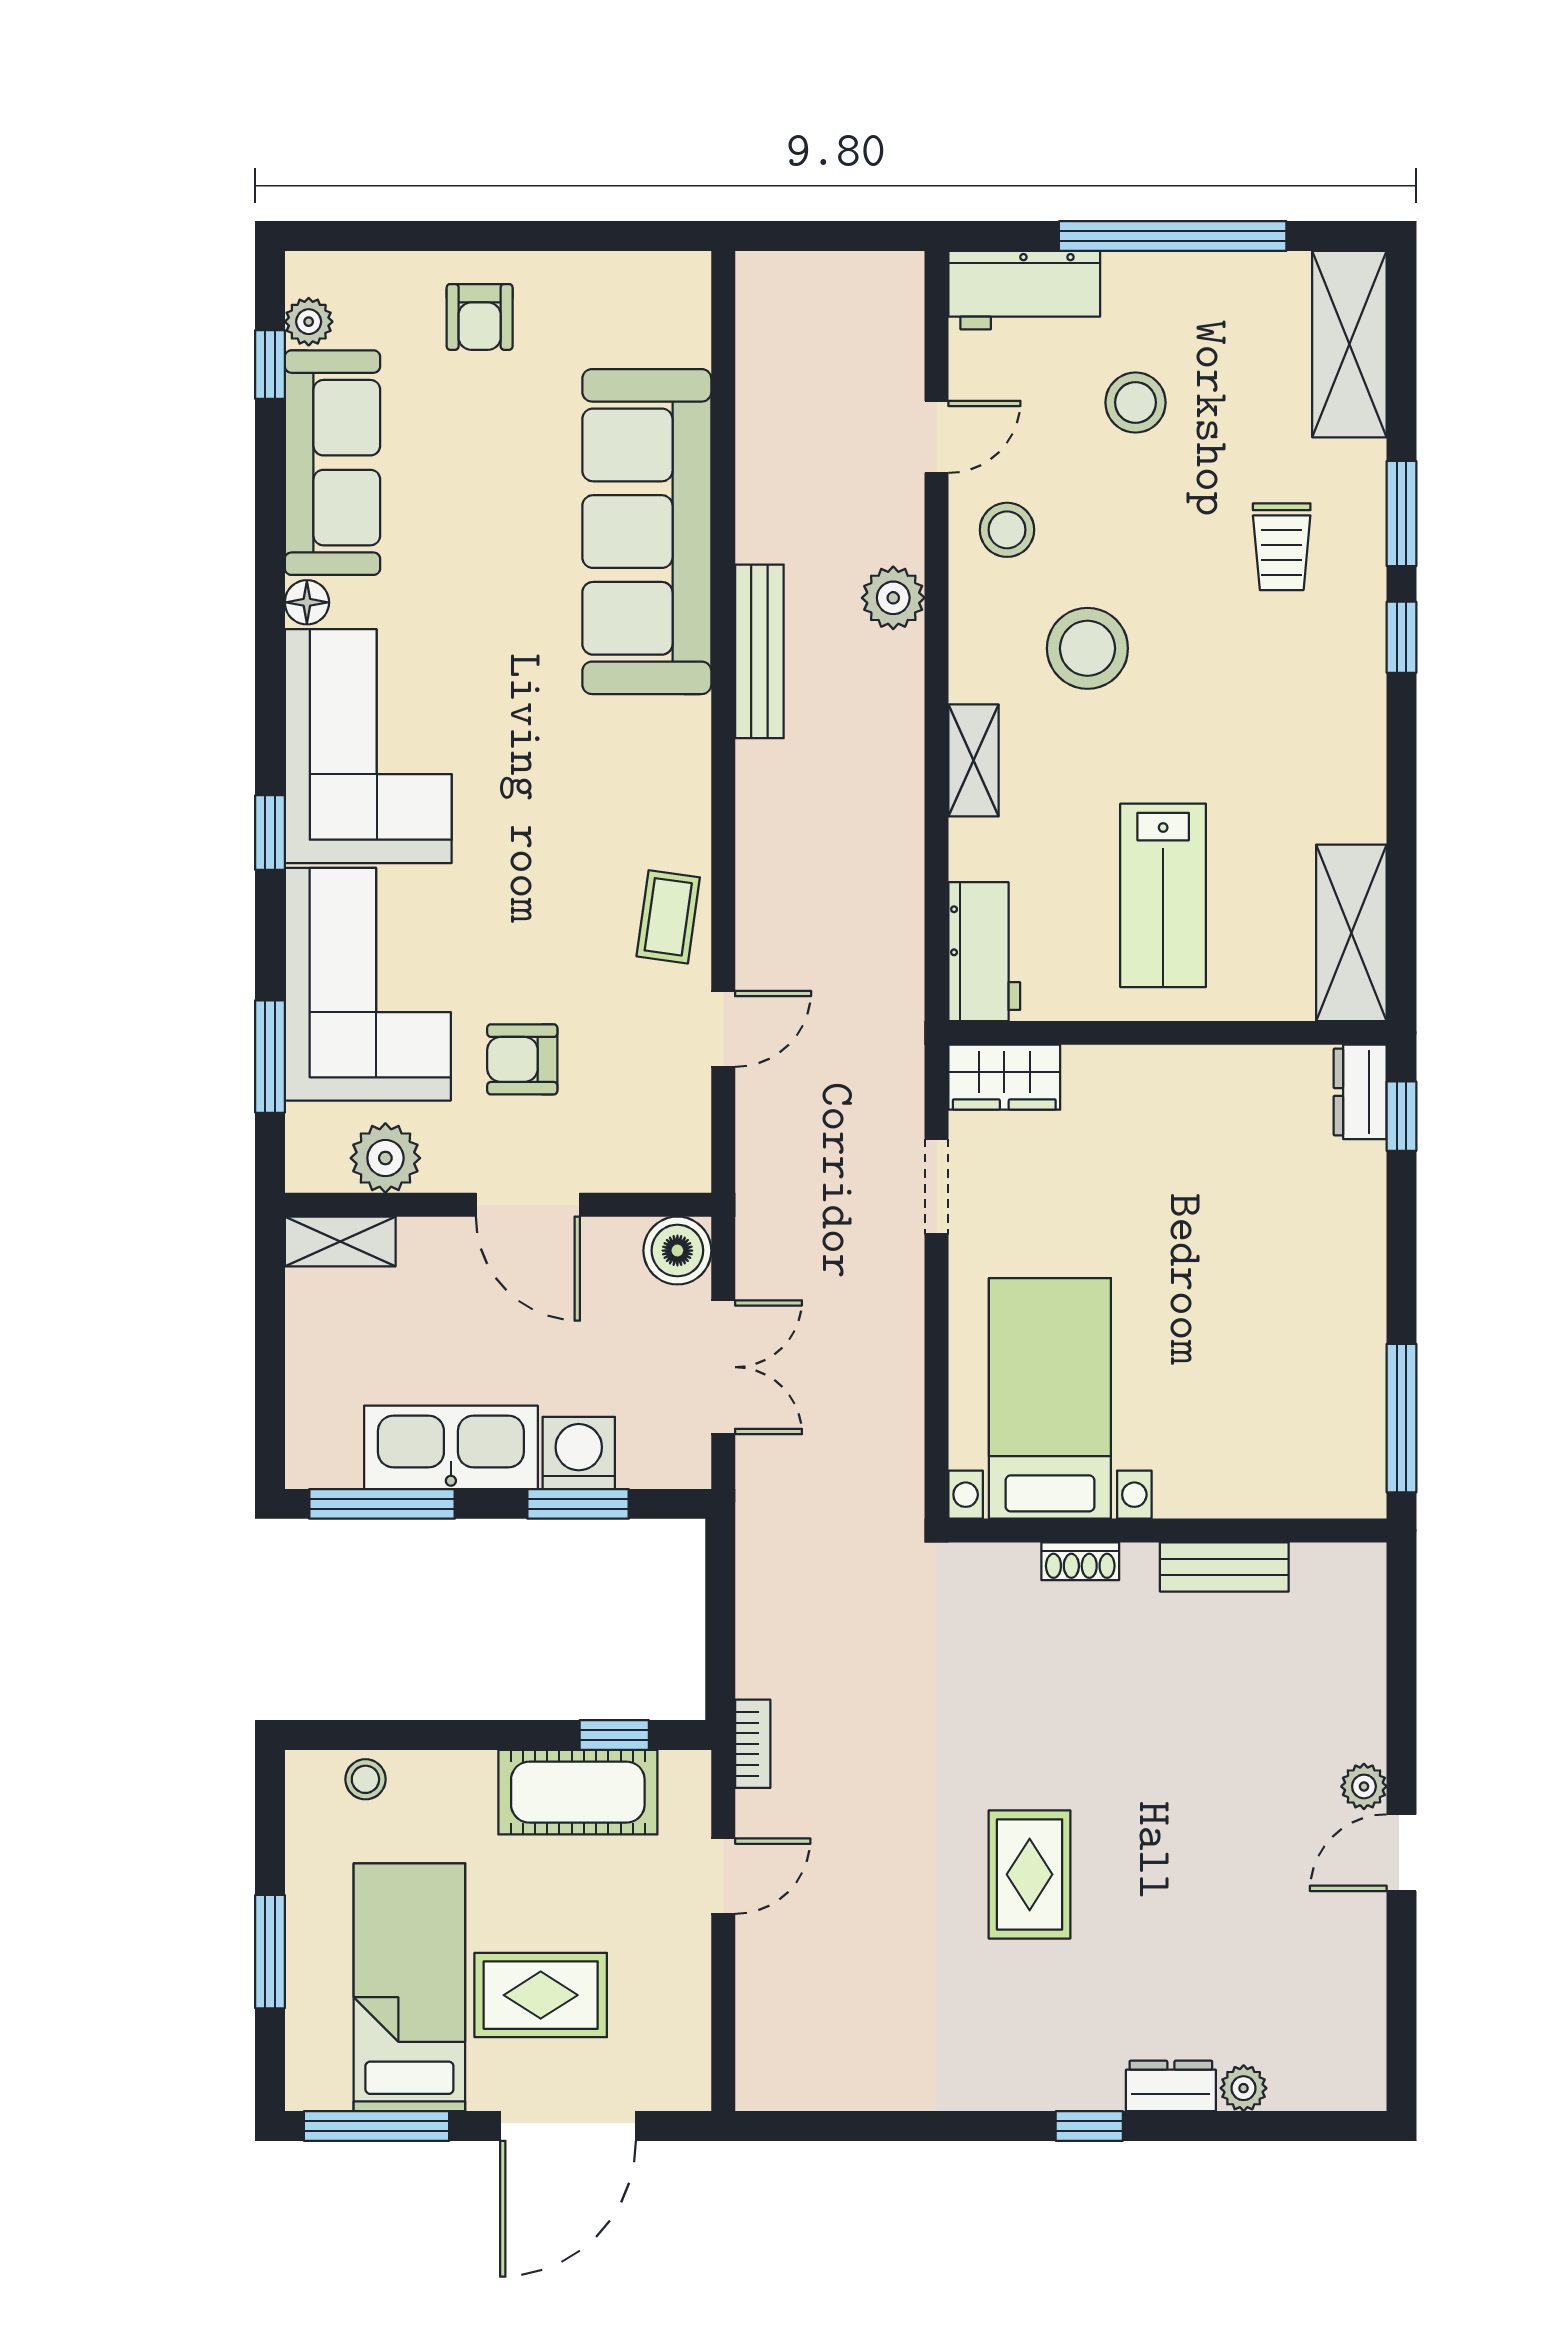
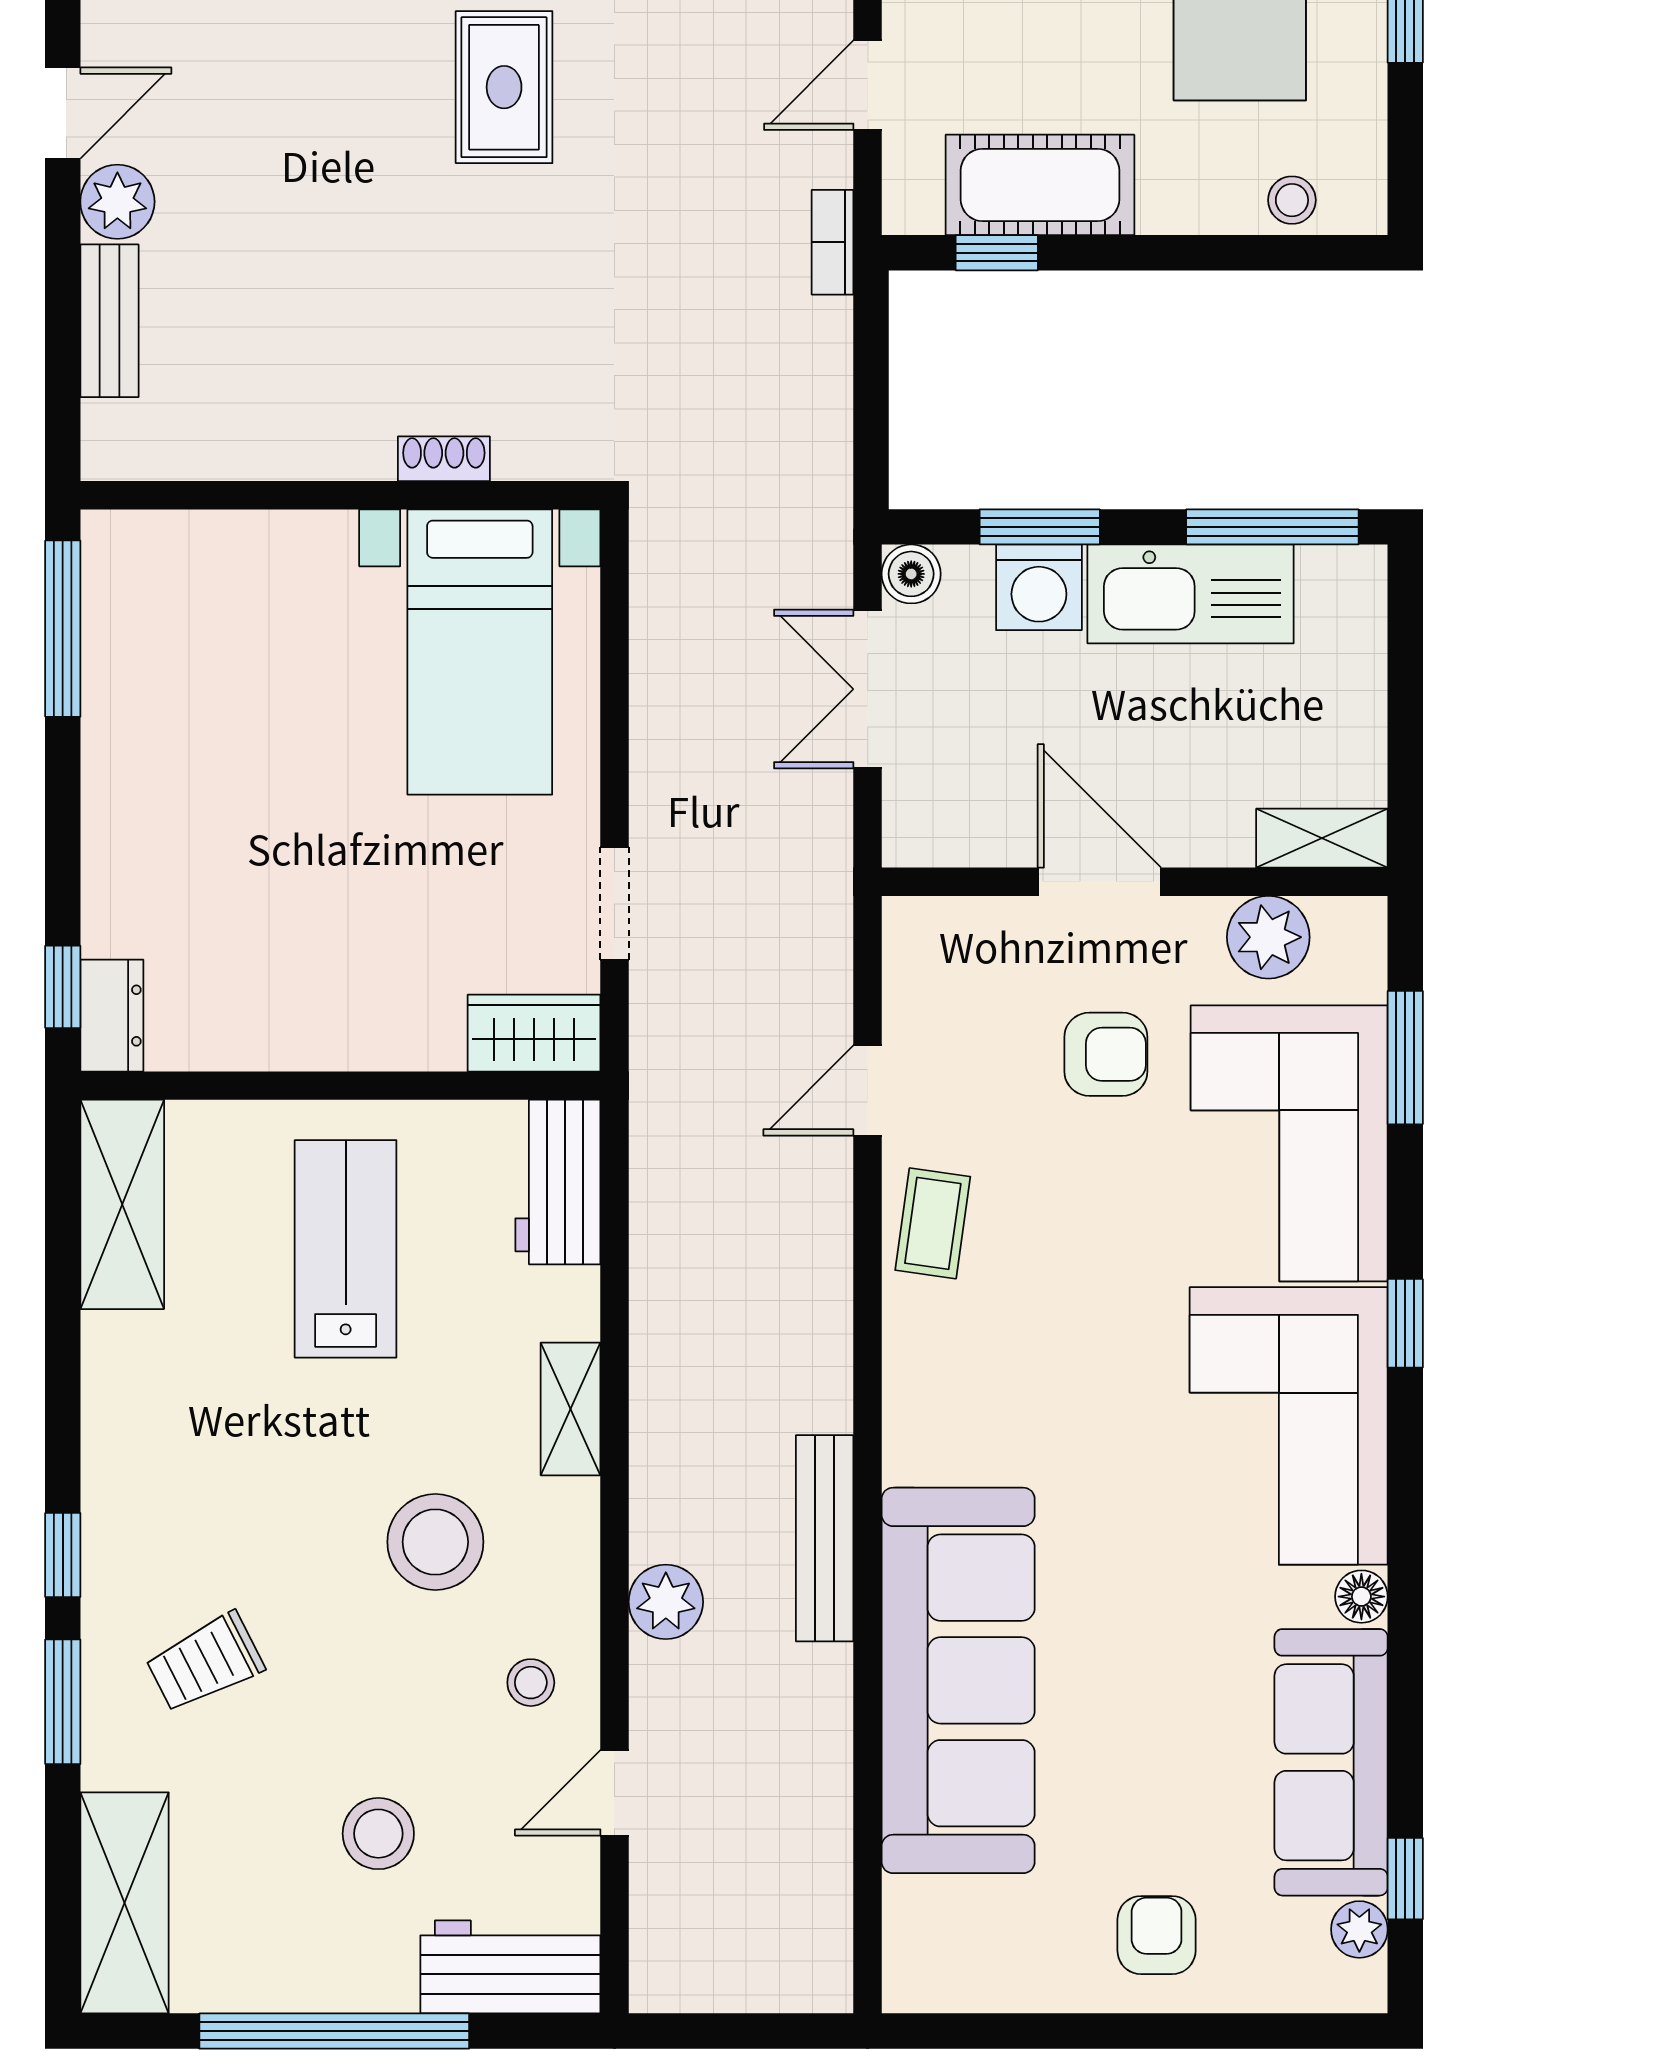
stool: (1007, 530) -> (531, 1683), width x0.73, depth x0.73
trolley: (1282, 547) -> (205, 1663), turned -117
boiler: (677, 1251) -> (911, 574), moved, width x0.73, depth x0.73
bench: (1224, 1567) -> (109, 321), moved, turned 90
plant: (1364, 1786) -> (117, 202), width x1.38, depth x1.38

